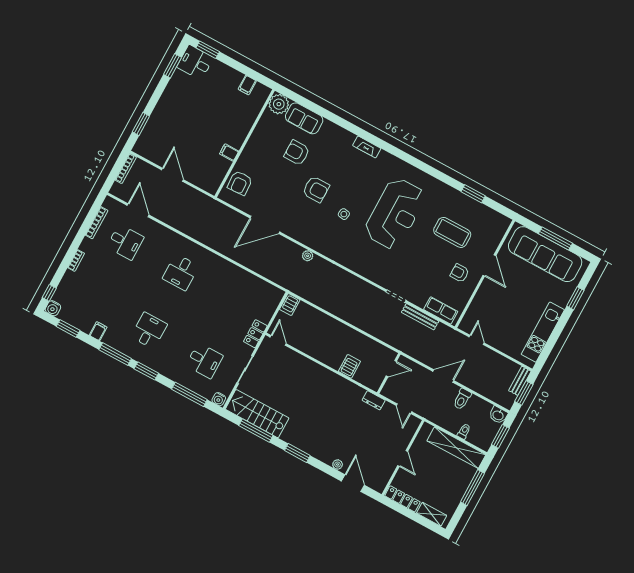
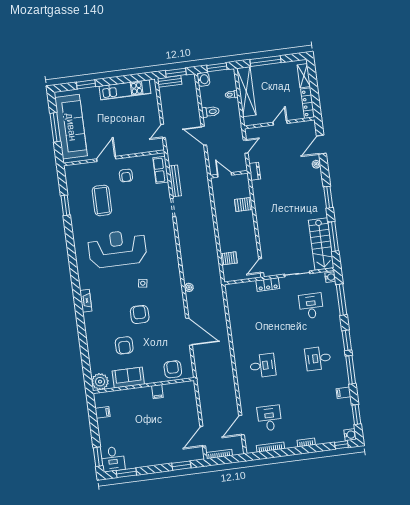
sofa: (304, 118) -> (128, 378), moved, turned -90
door: (172, 175) -> (203, 436), moved
armchair: (240, 183) -> (173, 369), turned -87
server rack: (290, 305) -> (229, 258), moved

